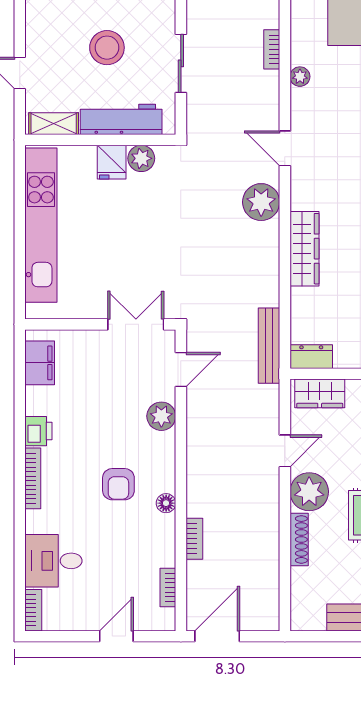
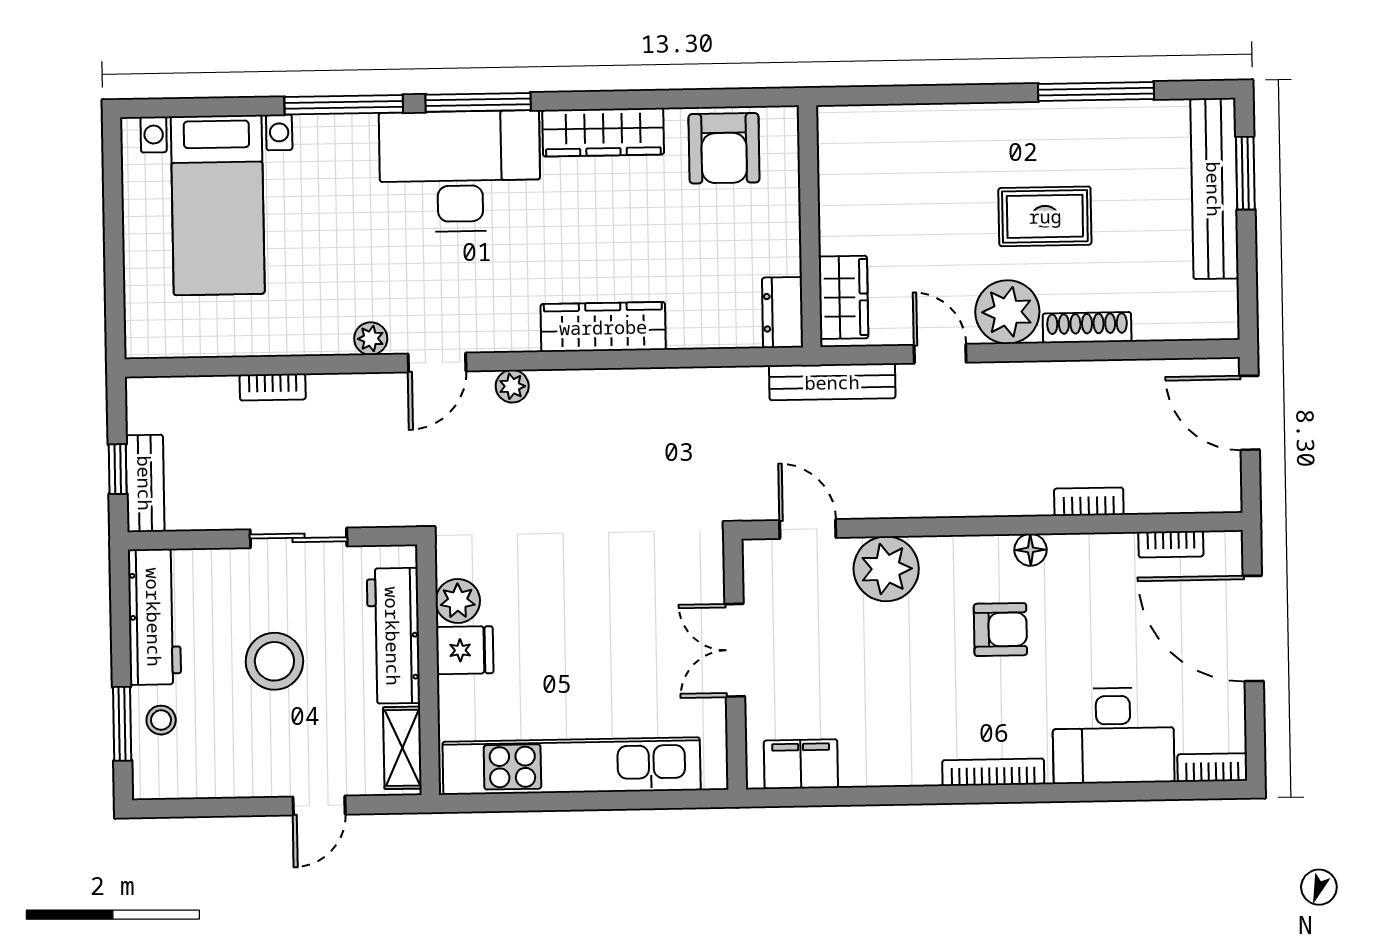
plant: (300, 77) -> (371, 339), moved
plant: (261, 202) -> (512, 386), width x0.53, depth x0.53
double door: (136, 324) -> (735, 650), moved
bench: (269, 346) -> (832, 382), moved
plant: (161, 416) -> (886, 569), width x1.36, depth x1.36
printer: (38, 431) -> (914, 764), removed
desk: (53, 561) -> (1113, 736), width x1.37
door: (116, 636) -> (1253, 628), width x1.87
door: (217, 636) -> (1250, 413), moved

